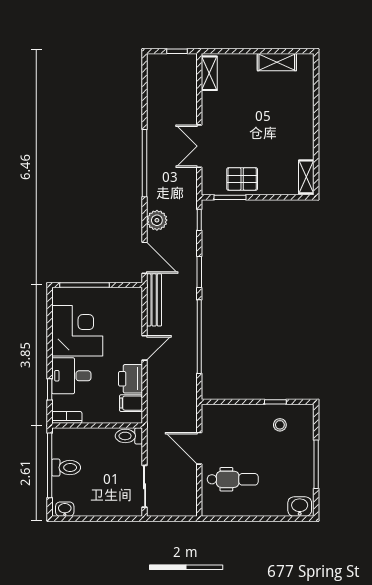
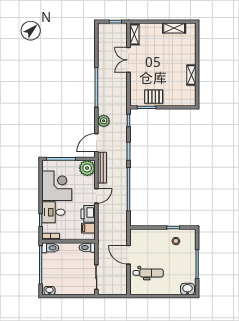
double door: (199, 146) -> (128, 60), moved
shelving: (306, 177) -> (191, 75), moved
door: (145, 258) -> (96, 143), swing flipped
plant: (129, 301) -> (87, 168), added
toilet: (66, 468) -> (50, 248), moved

